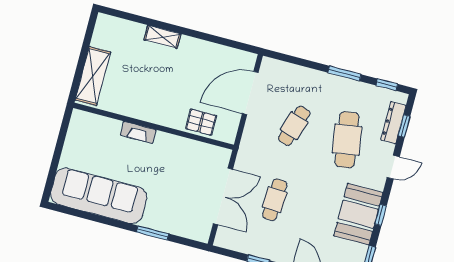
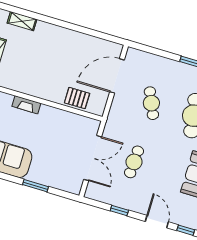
shelving: (162, 37) -> (22, 21), moved
cafe table: (294, 126) -> (151, 103), turned -42

